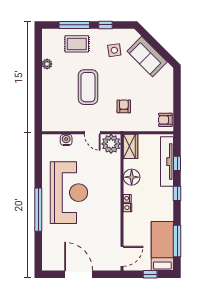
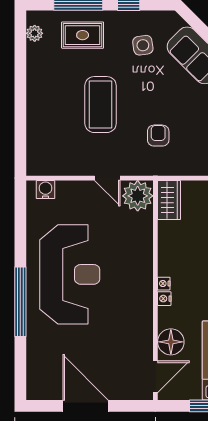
plant: (47, 64) -> (35, 33), moved
water cooler: (66, 140) -> (45, 190), moved
floor lamp: (132, 177) -> (171, 342), moved

